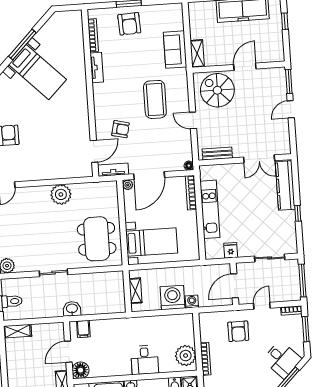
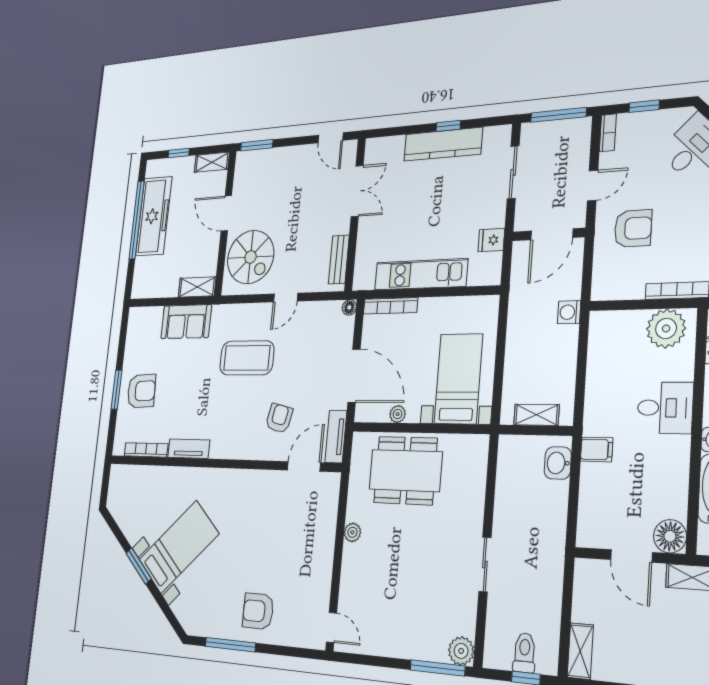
window: (22, 44) -> (139, 566), width x0.69
shelving: (278, 49) -> (212, 162), added
spiral stairs: (217, 90) -> (251, 257), turned -90
door: (291, 109) -> (331, 138), moved
door: (94, 151) -> (304, 466), hinge flipped
plant: (128, 185) -> (398, 414), moved
kitchen counter: (285, 186) -> (443, 144), moved
plant: (61, 194) -> (352, 532), width x0.53, depth x0.53
dining table: (97, 239) -> (405, 471), moved
door: (235, 286) -> (552, 234), hinge flipped
washing machine: (173, 298) -> (557, 347), removed
door: (262, 306) -> (593, 186), swing flipped
washbasin: (72, 309) -> (558, 463), moved
filing cabinet: (83, 329) -> (597, 449), moved
window: (306, 329) -> (644, 106), width x0.67

